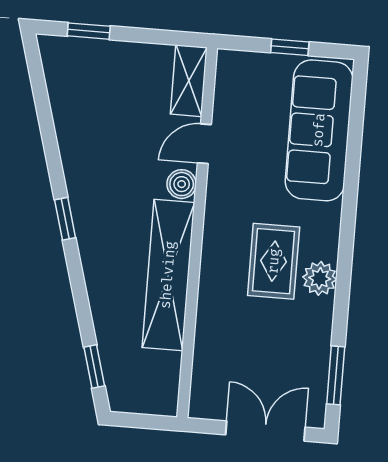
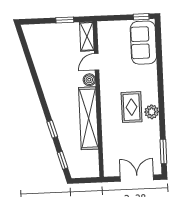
window: (89, 31) -> (65, 20), moved
window: (290, 47) -> (141, 17), moved
sofa: (319, 130) -> (143, 43), width x0.73
window: (65, 219) -> (52, 129), moved

